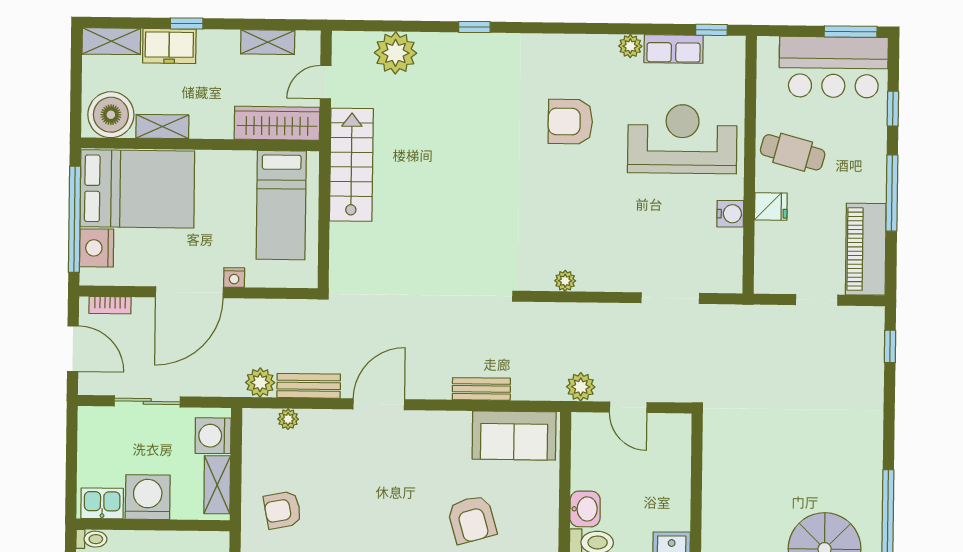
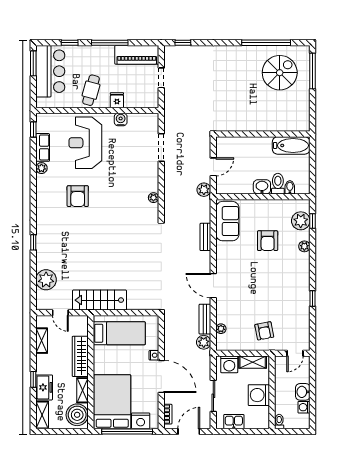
wardrobe: (277, 123) -> (80, 356), moved
kitchen sink: (102, 503) -> (234, 422), moved, turned 90
armchair: (472, 519) -> (268, 241), turned 106

